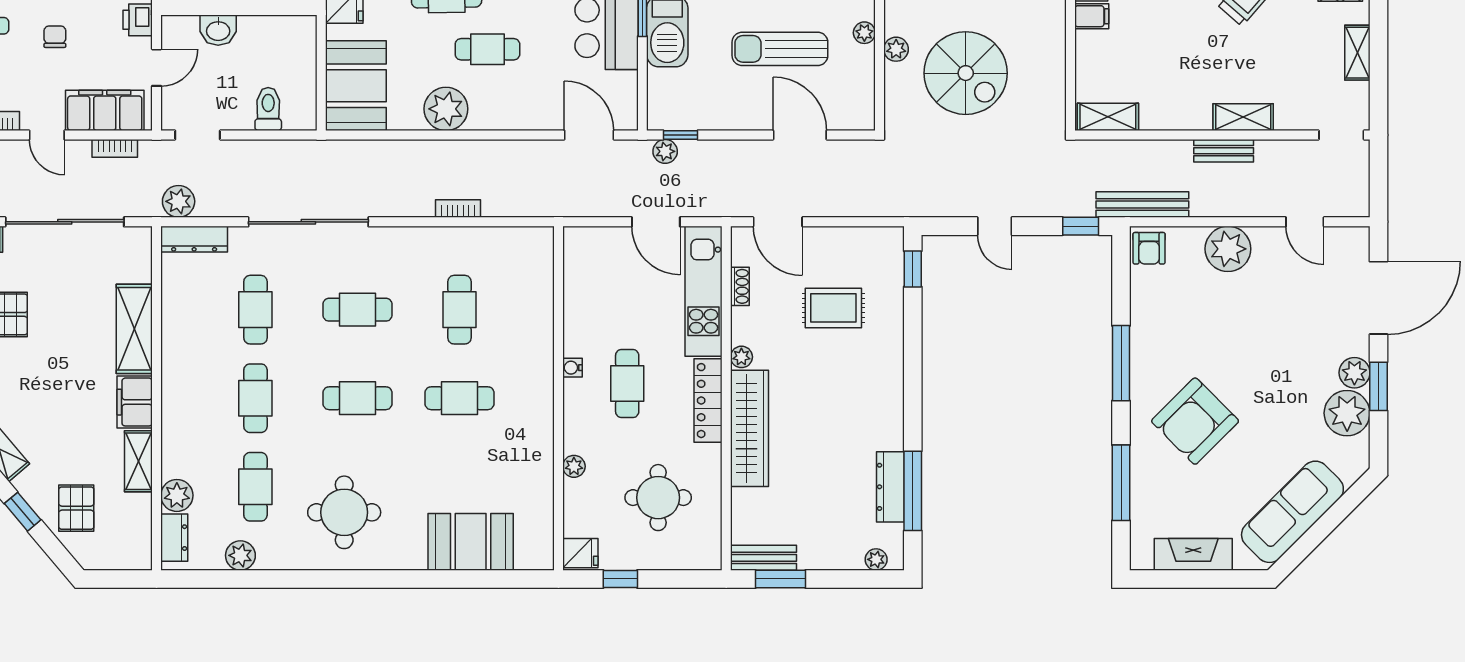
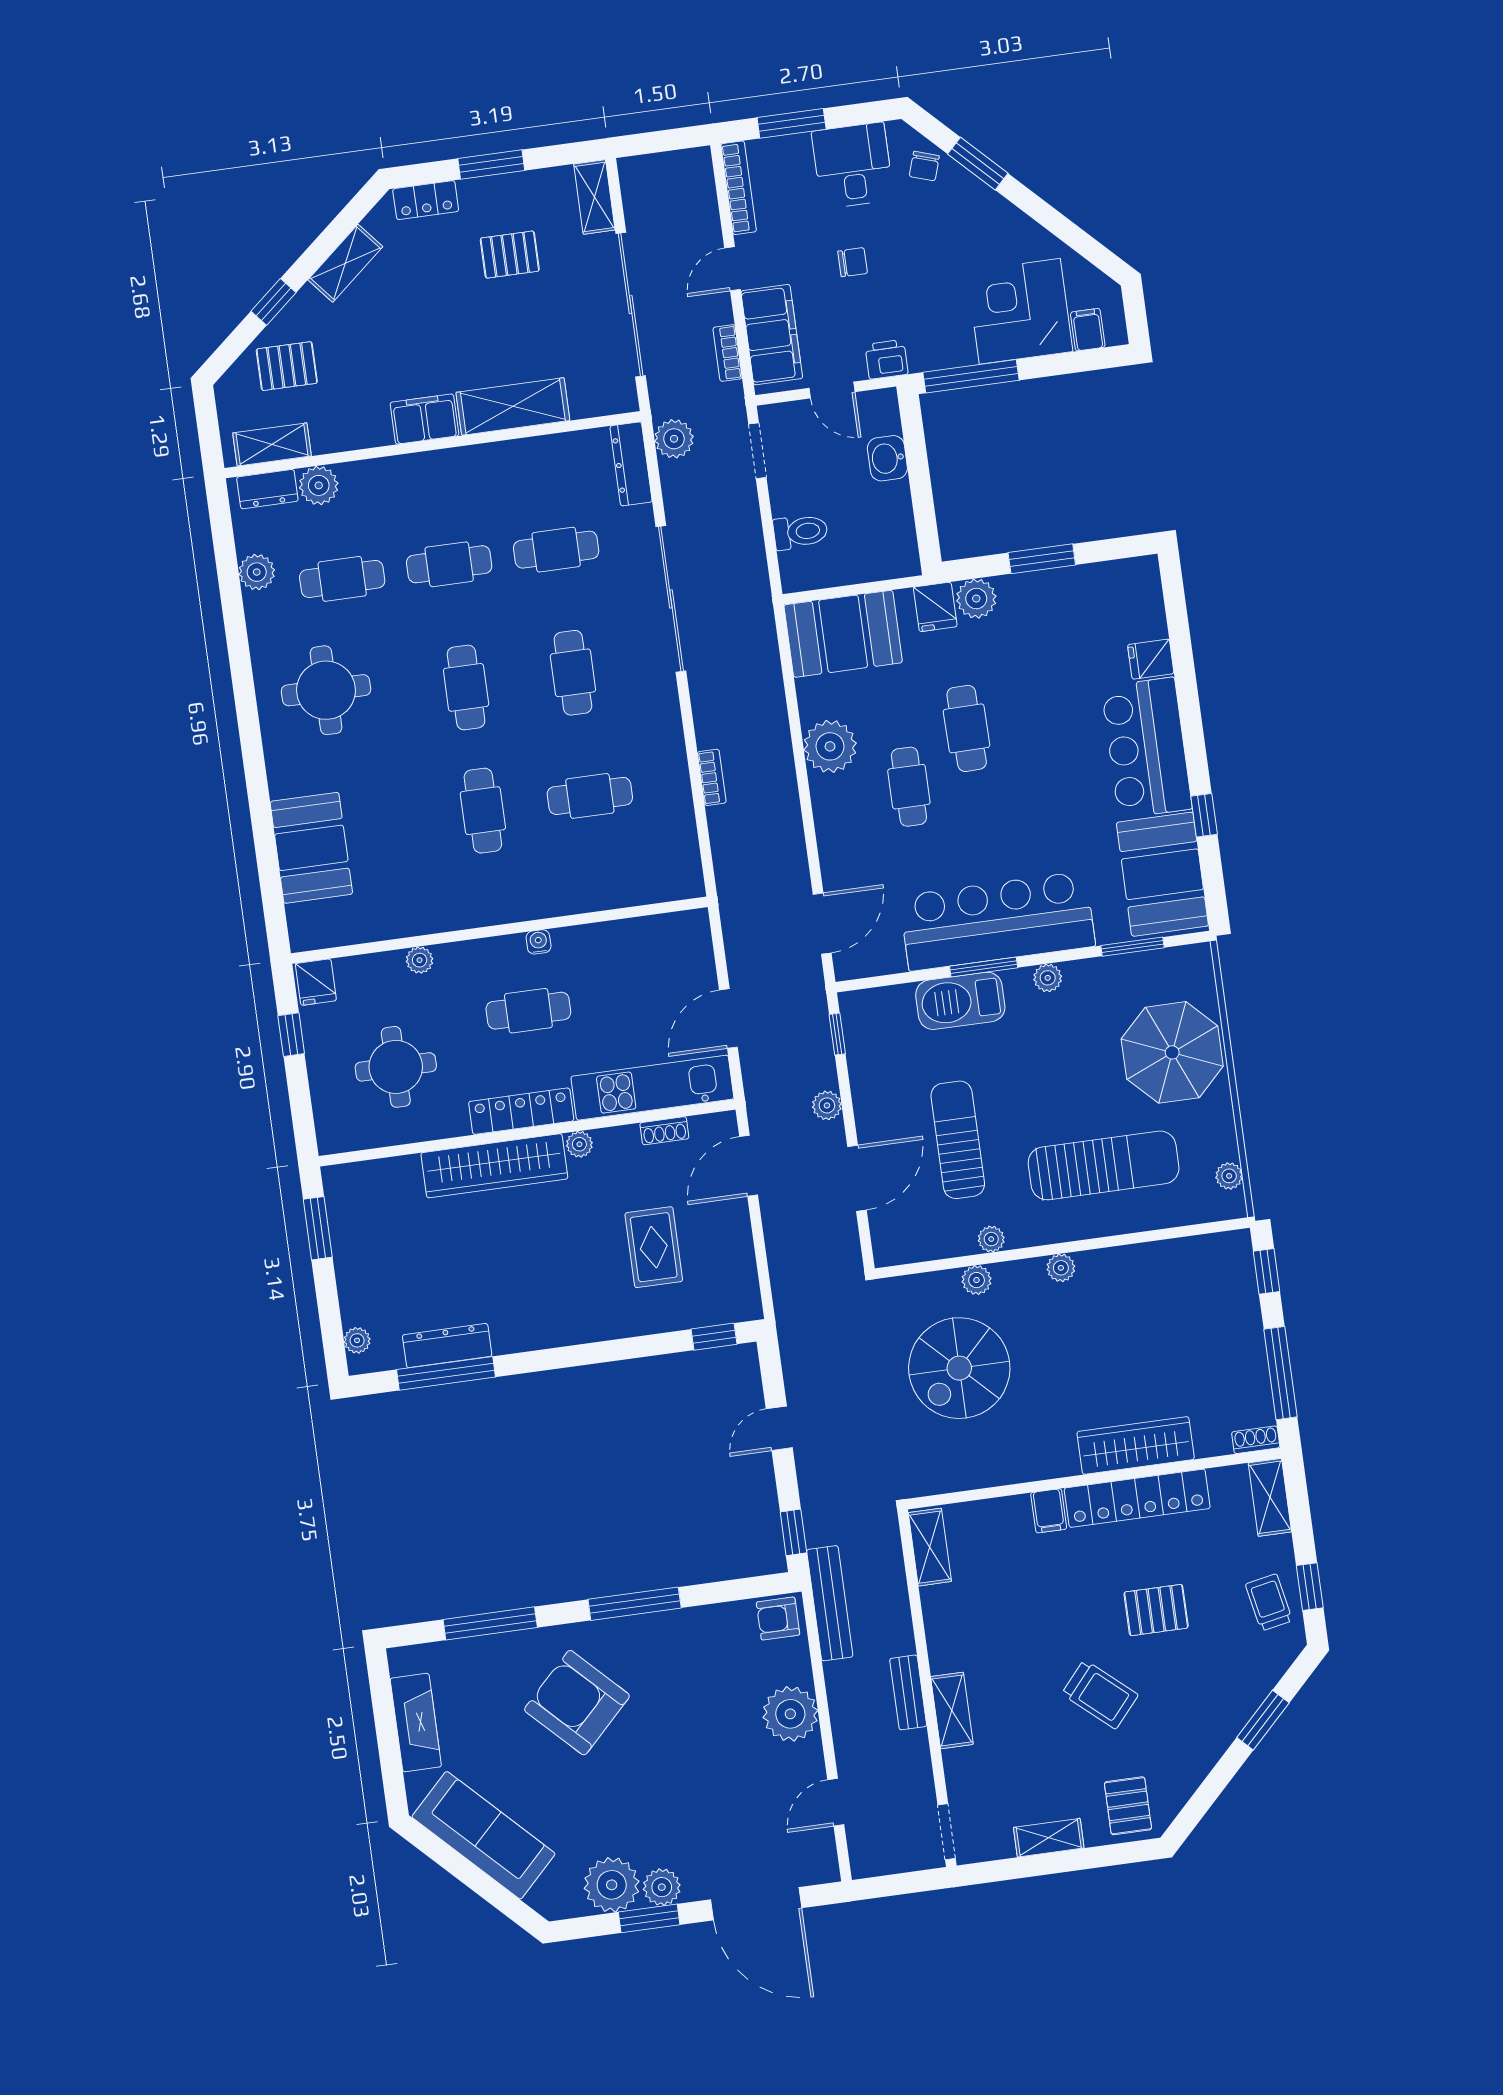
plant: (665, 151) -> (827, 1105), moved
shelving: (138, 461) -> (272, 444), moved
bench: (763, 558) -> (340, 1204), removed

